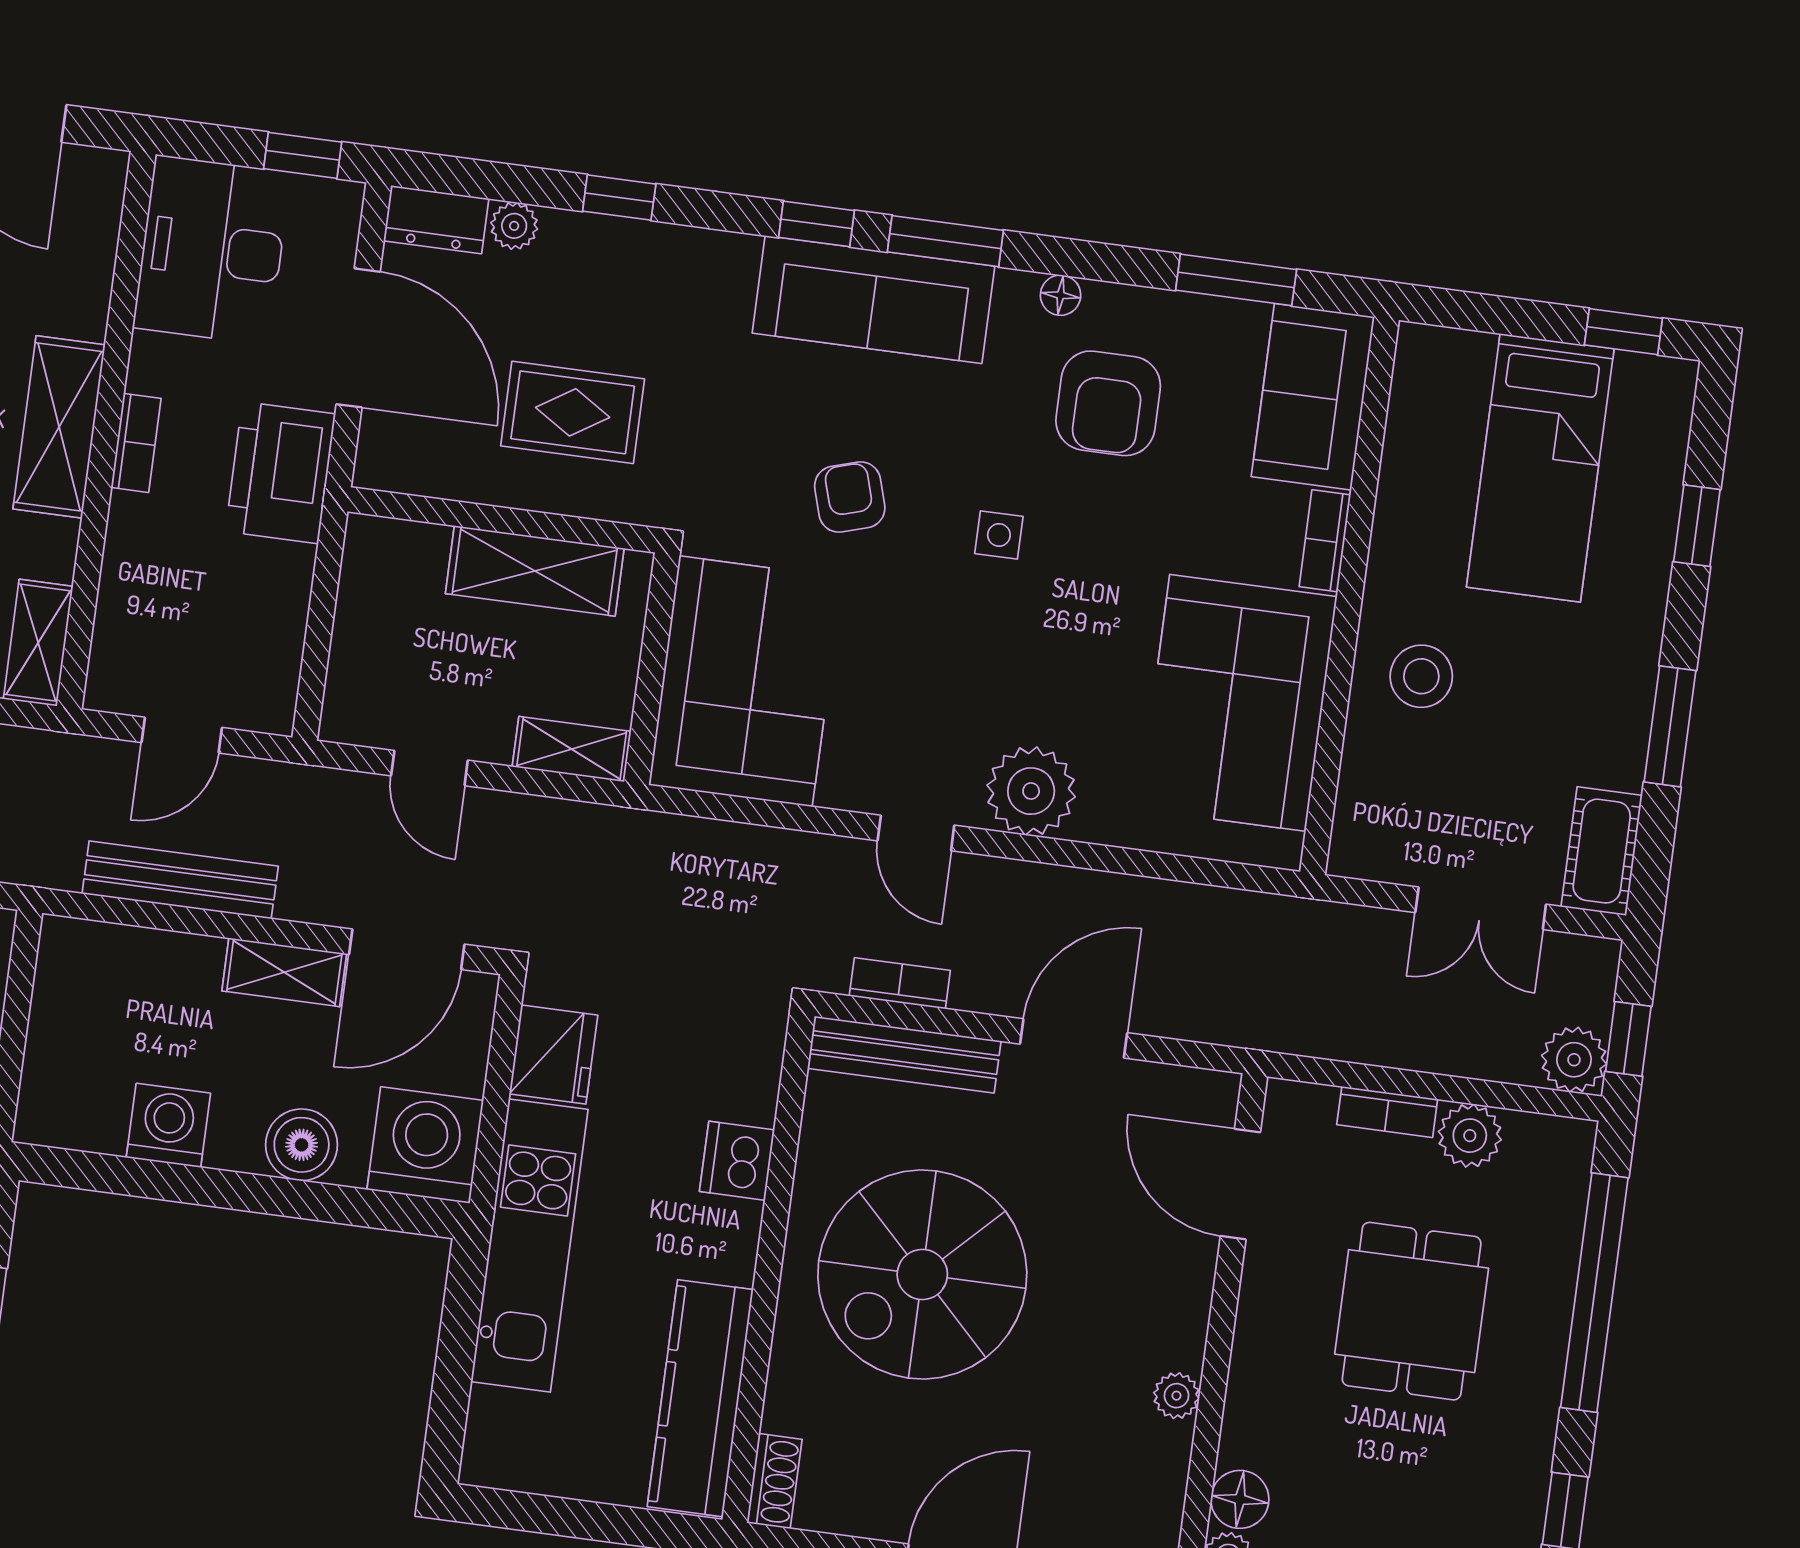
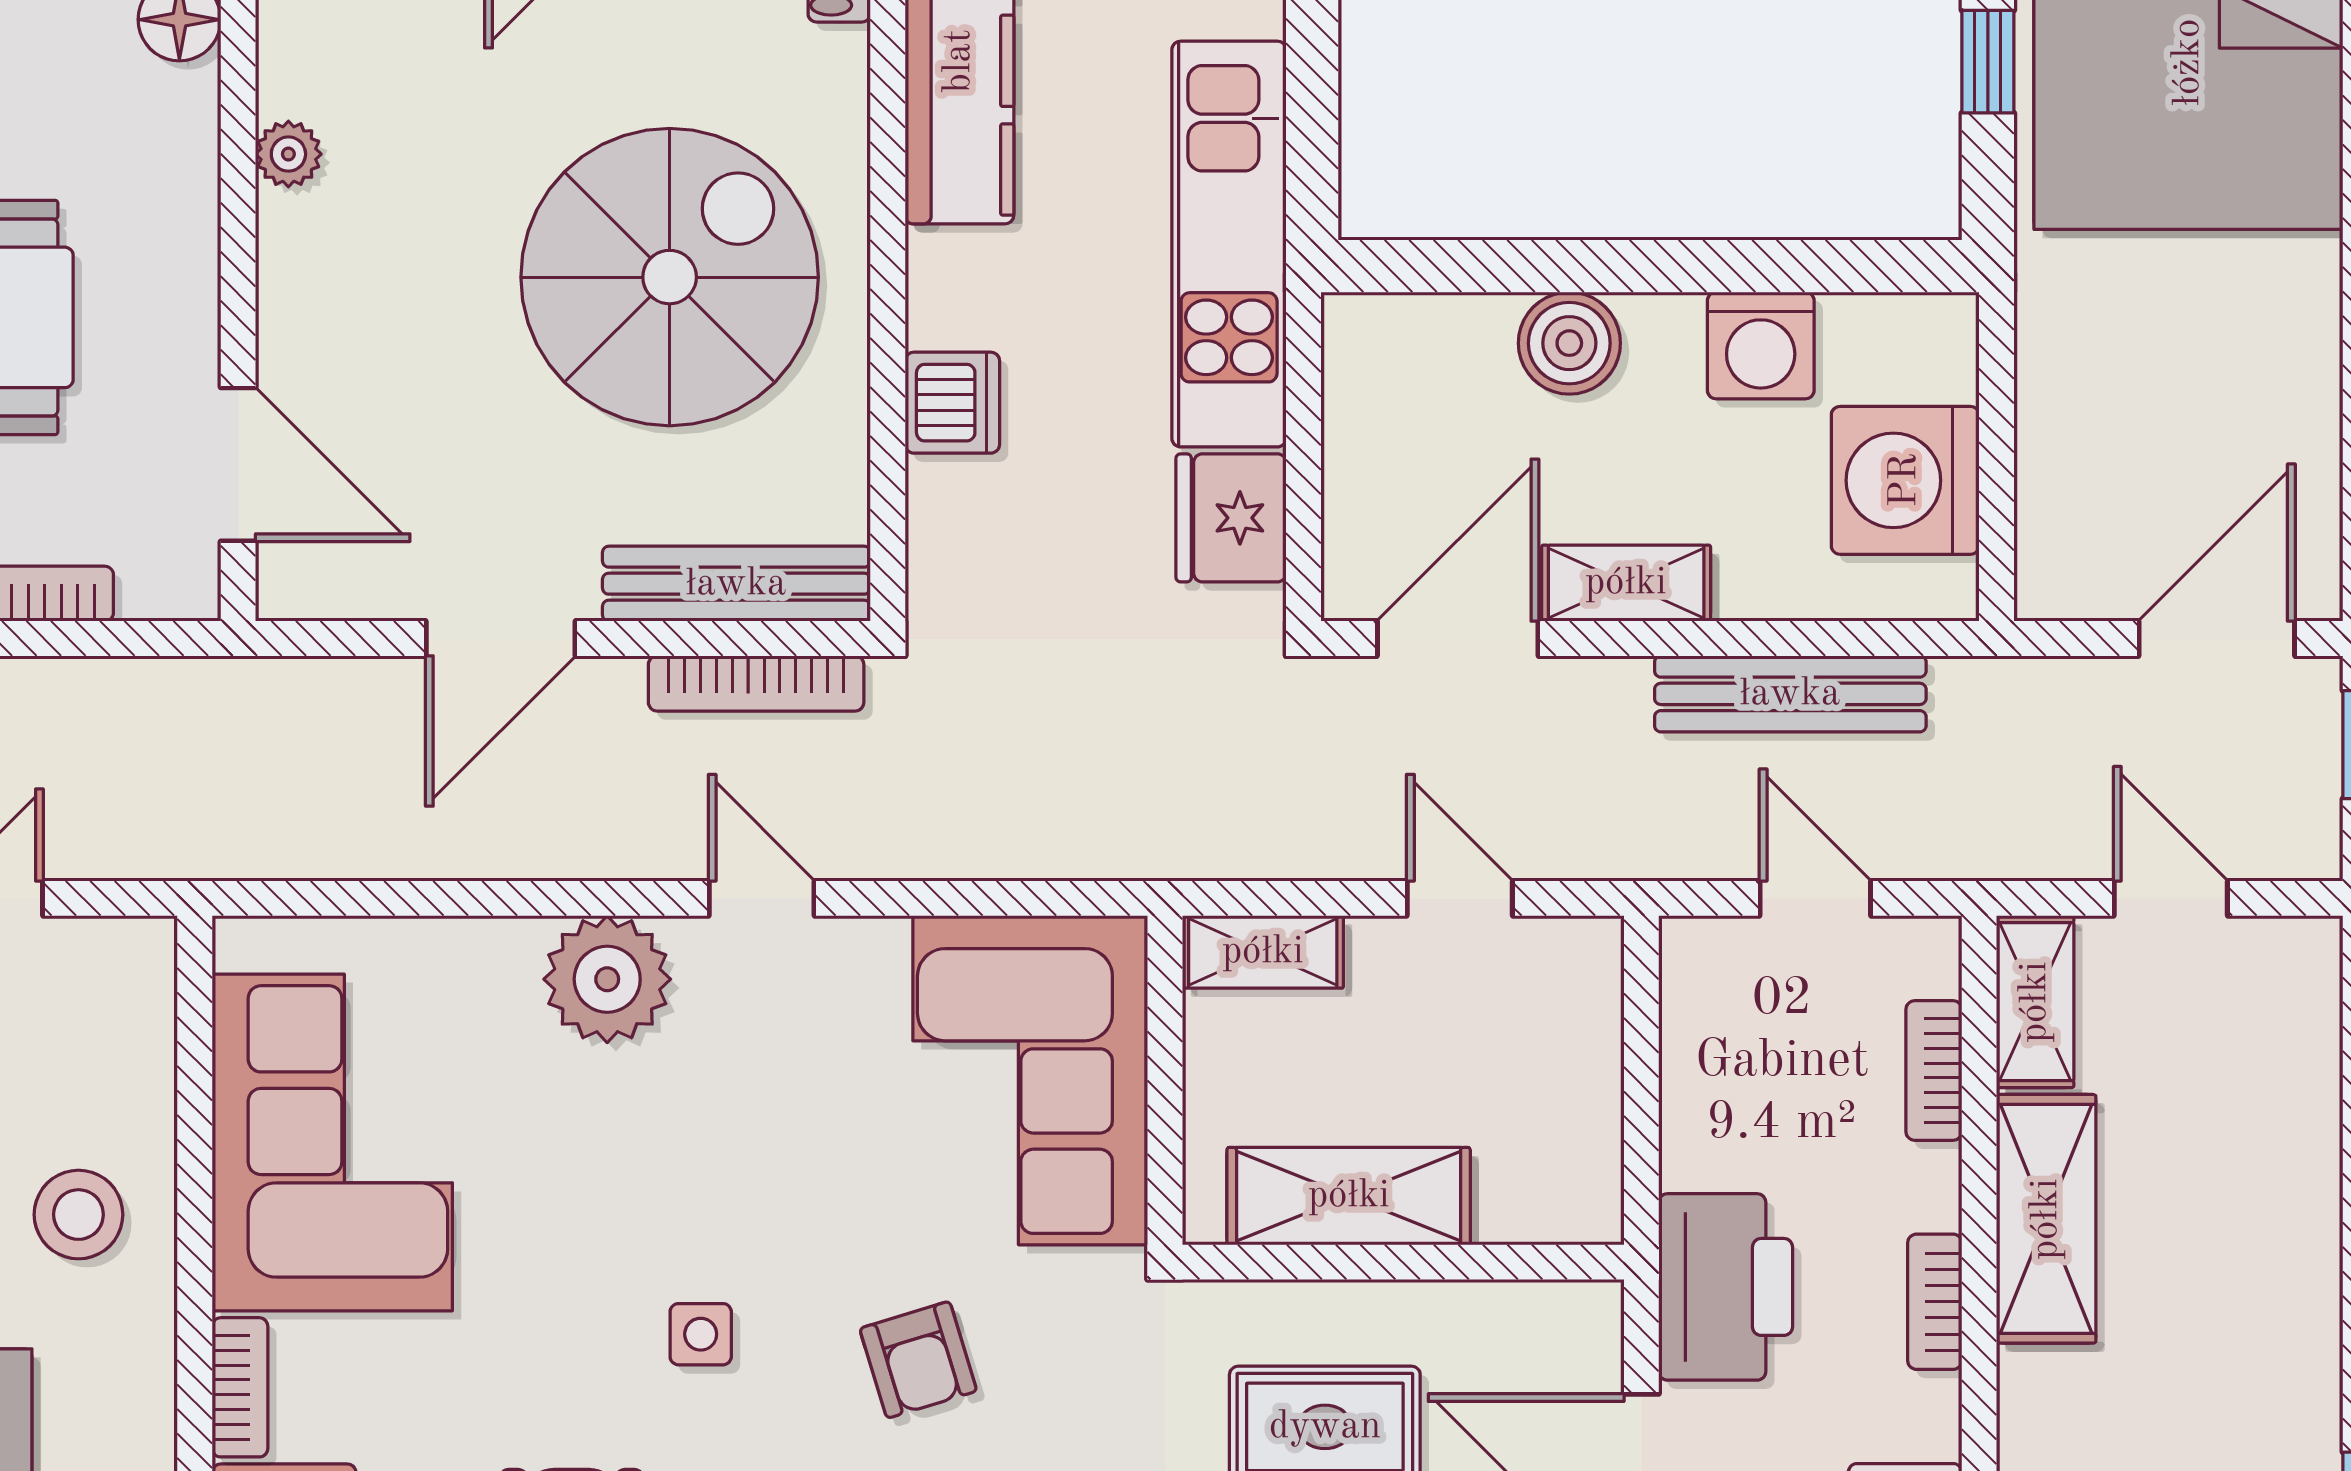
shelving: (59, 427) -> (2046, 1219), moved
bookcase: (115, 604) -> (1934, 1071), added
door: (182, 735) -> (1815, 898), hinge flipped
bookcase: (900, 983) -> (756, 683), width x1.56
washing machine: (425, 1145) -> (1905, 480), moved, turned 90

